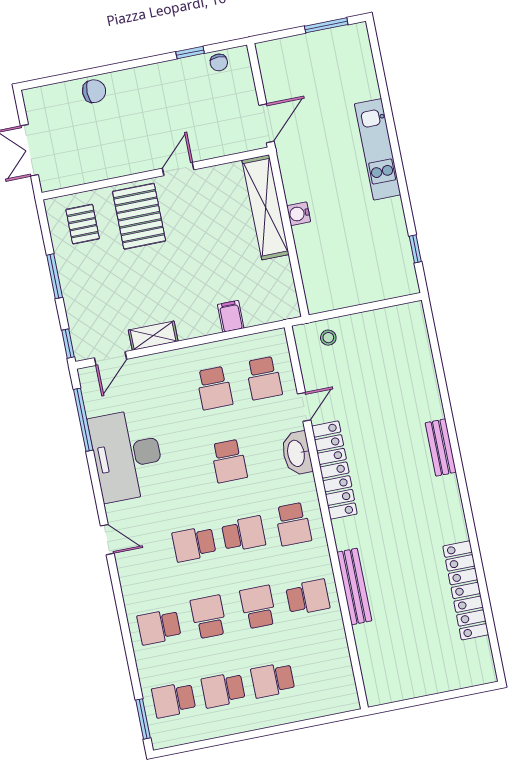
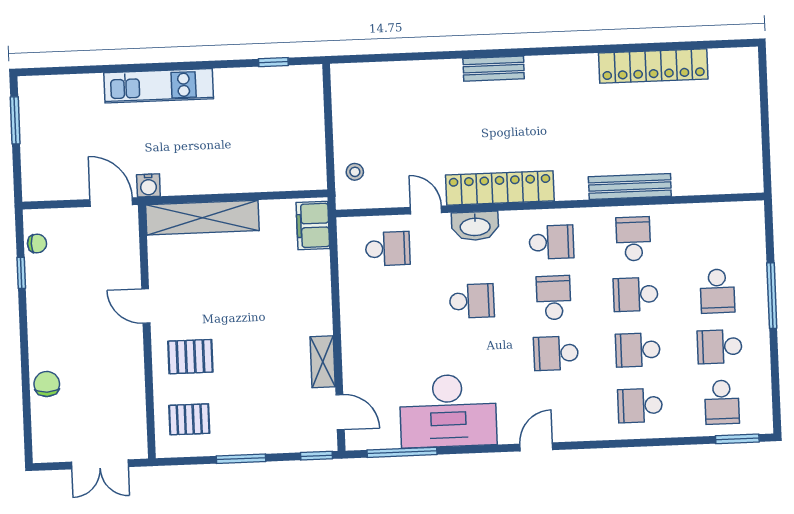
water cooler: (299, 214) -> (148, 185), moved
pallet: (139, 216) -> (190, 357), width x0.67, depth x0.71
filing cabinet: (231, 316) -> (313, 225), moved, width x2.00
school desk: (214, 388) -> (390, 304), removed
school desk: (194, 544) -> (556, 353), turned 90
school desk: (159, 627) -> (640, 406), turned 90
school desk: (223, 690) -> (720, 347), turned 90
window: (276, 730) -> (772, 296), added

